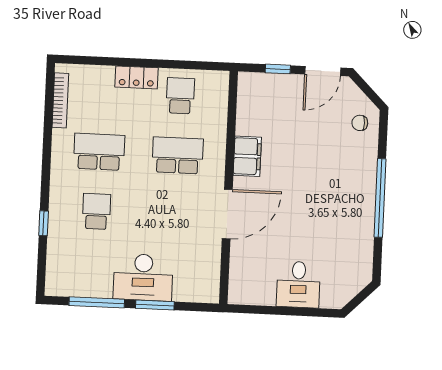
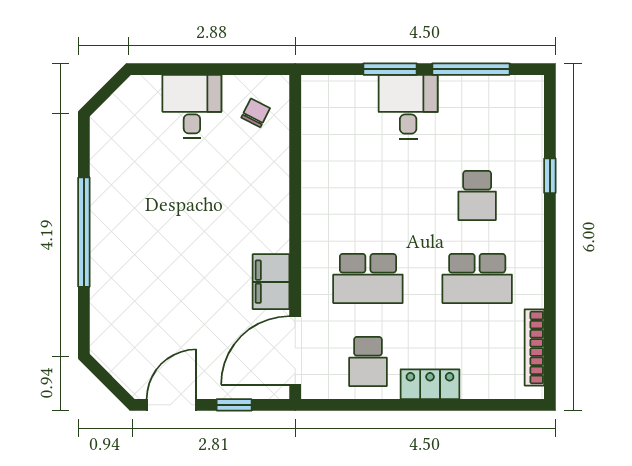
chair: (360, 123) -> (256, 113), moved, turned -63
door: (227, 214) -> (295, 350), moved
desk: (143, 277) -> (408, 107), width x0.73

